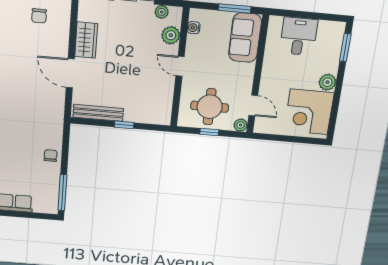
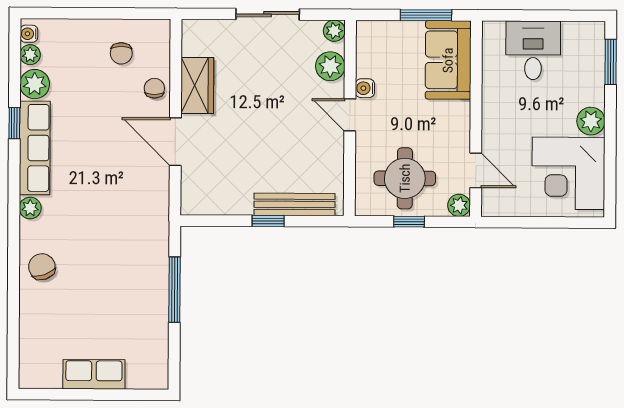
plant: (162, 12) -> (334, 31), moved
water cooler: (194, 28) -> (365, 88), moved
bench: (98, 113) -> (295, 204), moved
chair: (51, 156) -> (154, 88), moved
window: (62, 193) -> (175, 290), moved

